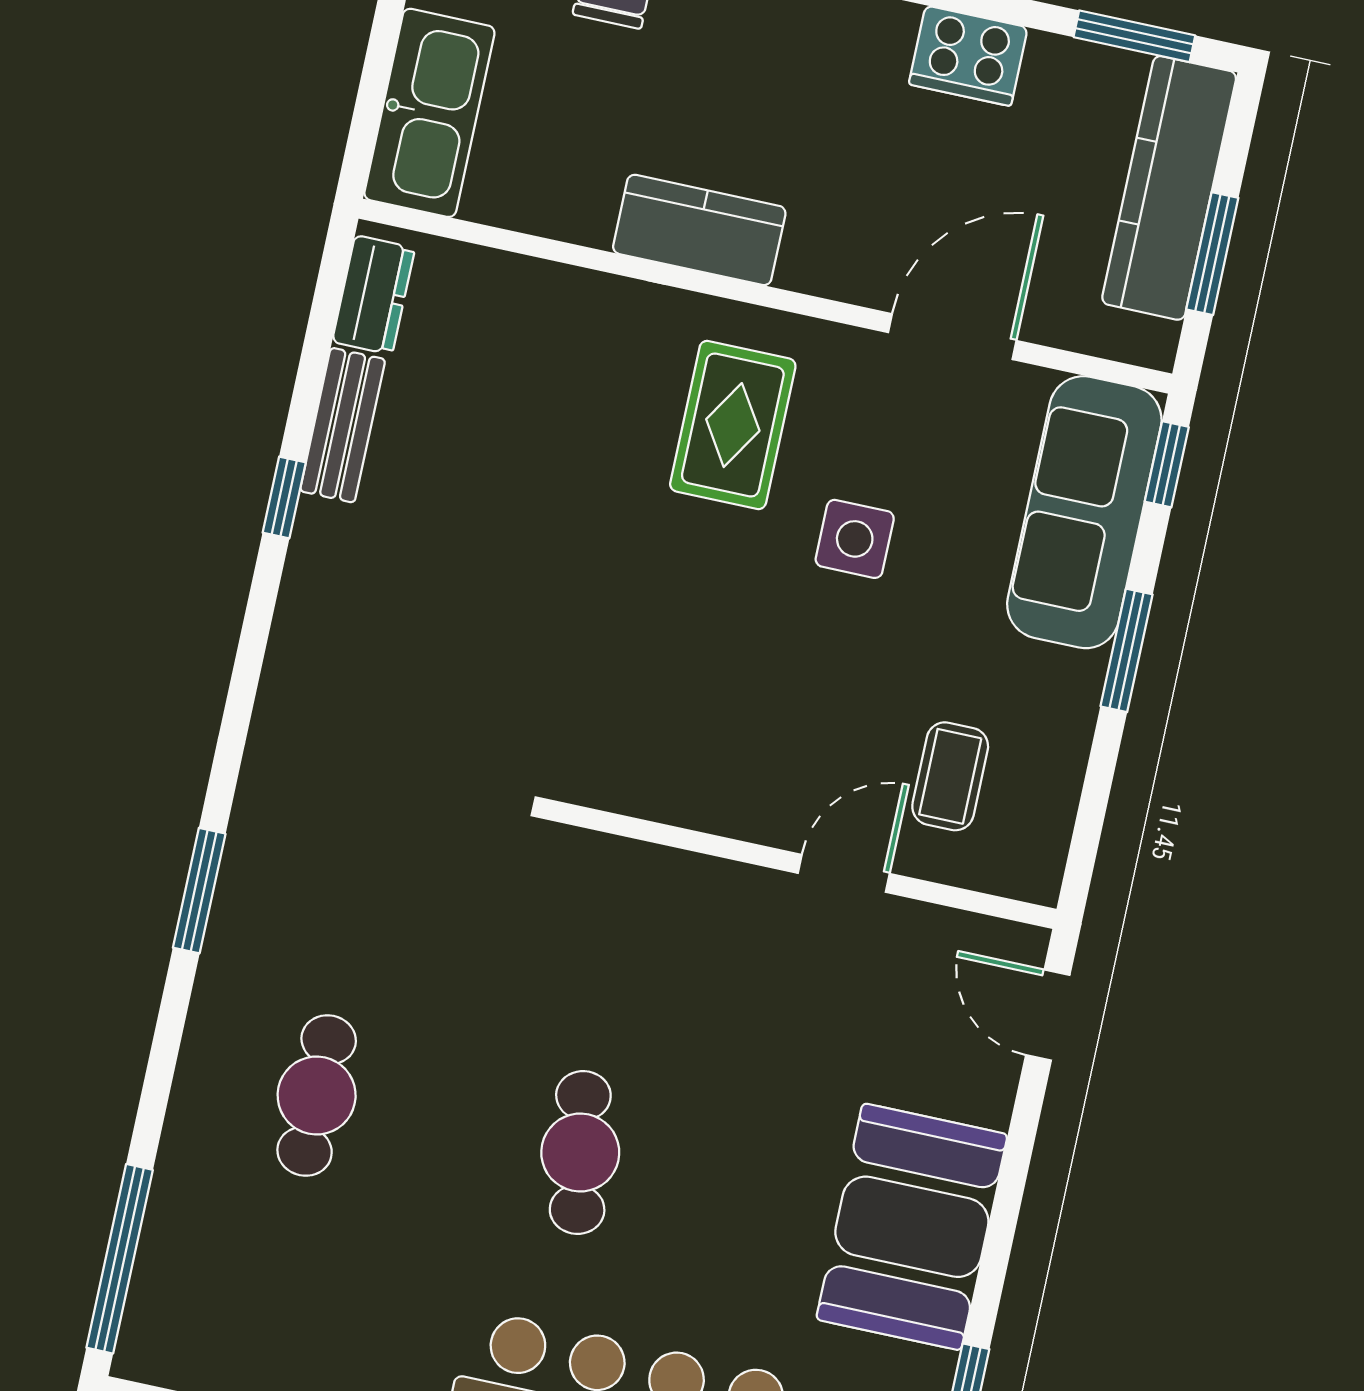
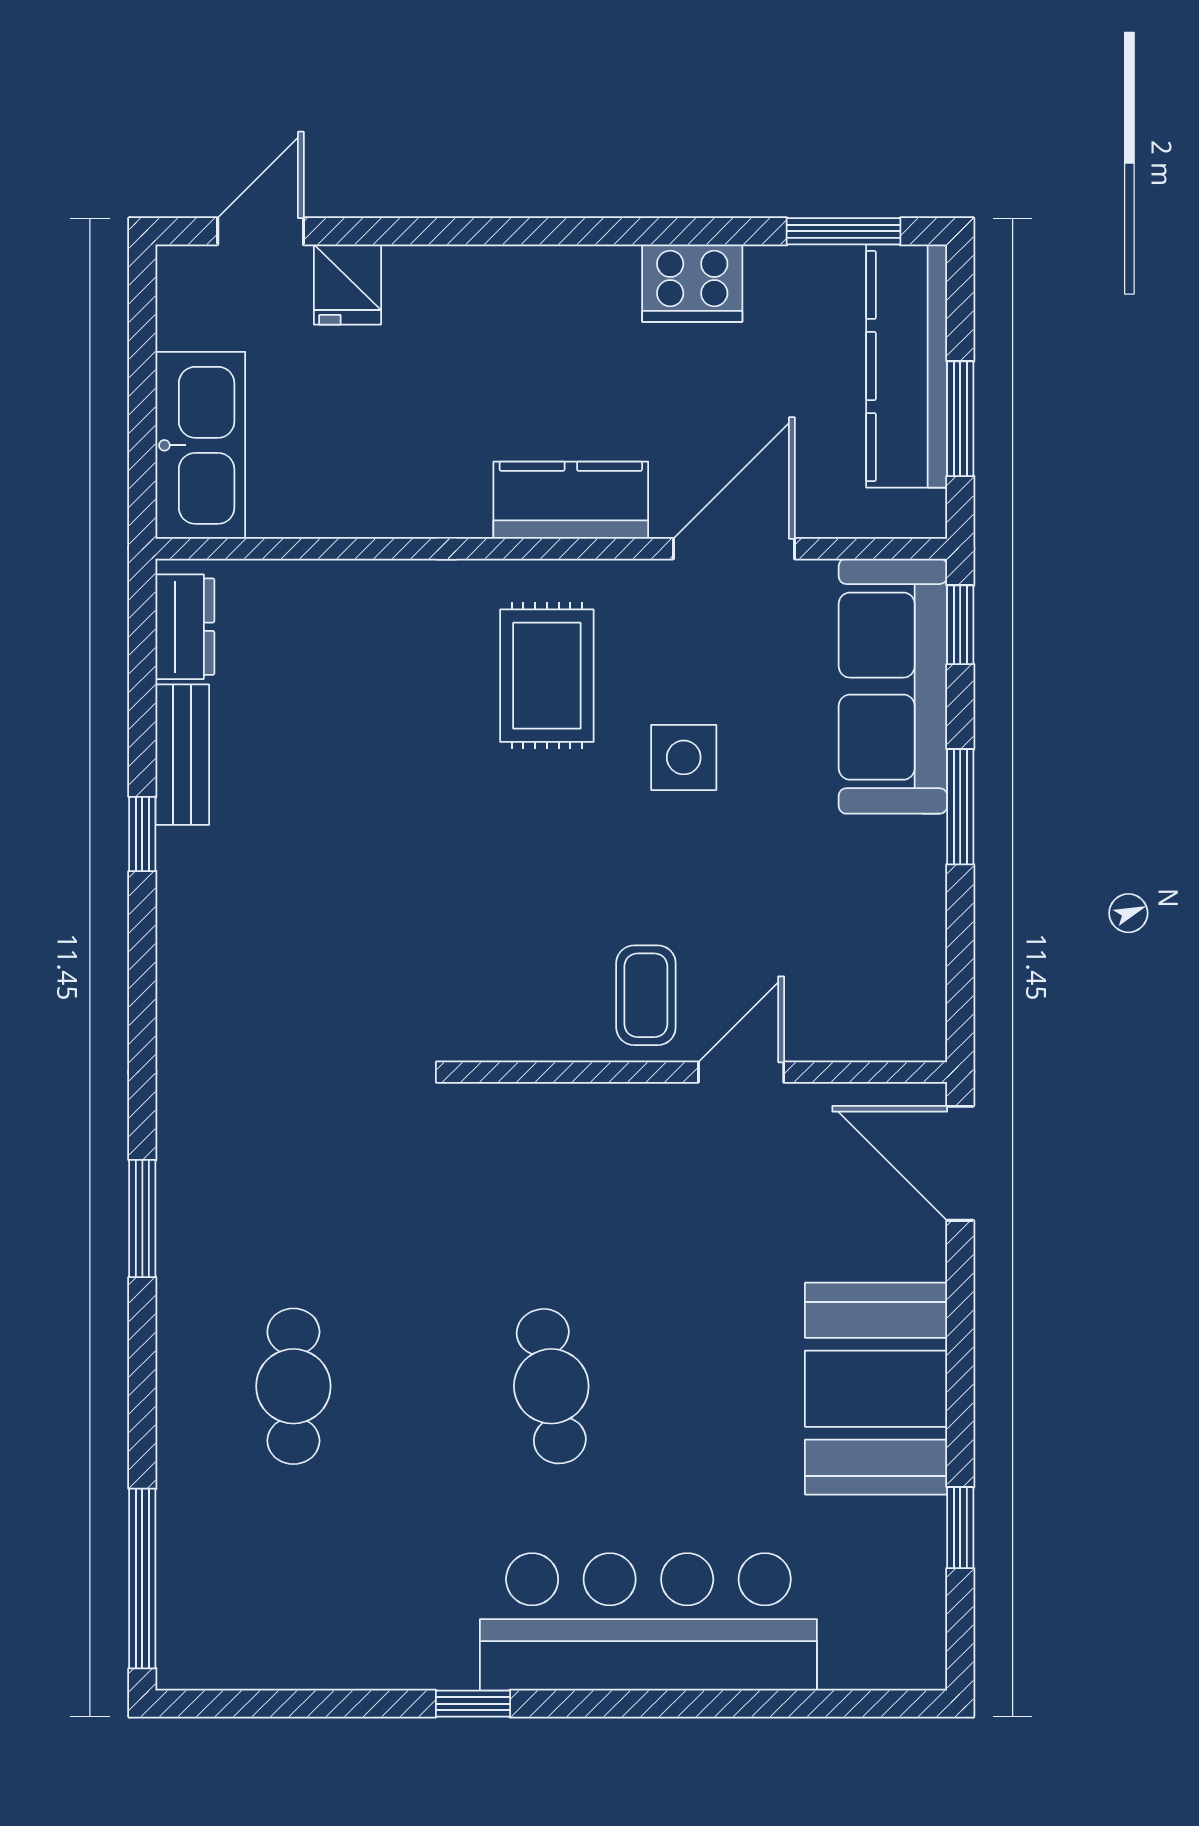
kitchen counter: (699, 230) -> (571, 500), moved
coffee table: (950, 776) -> (646, 995), moved
door: (1048, 1015) -> (960, 1163), width x1.38

